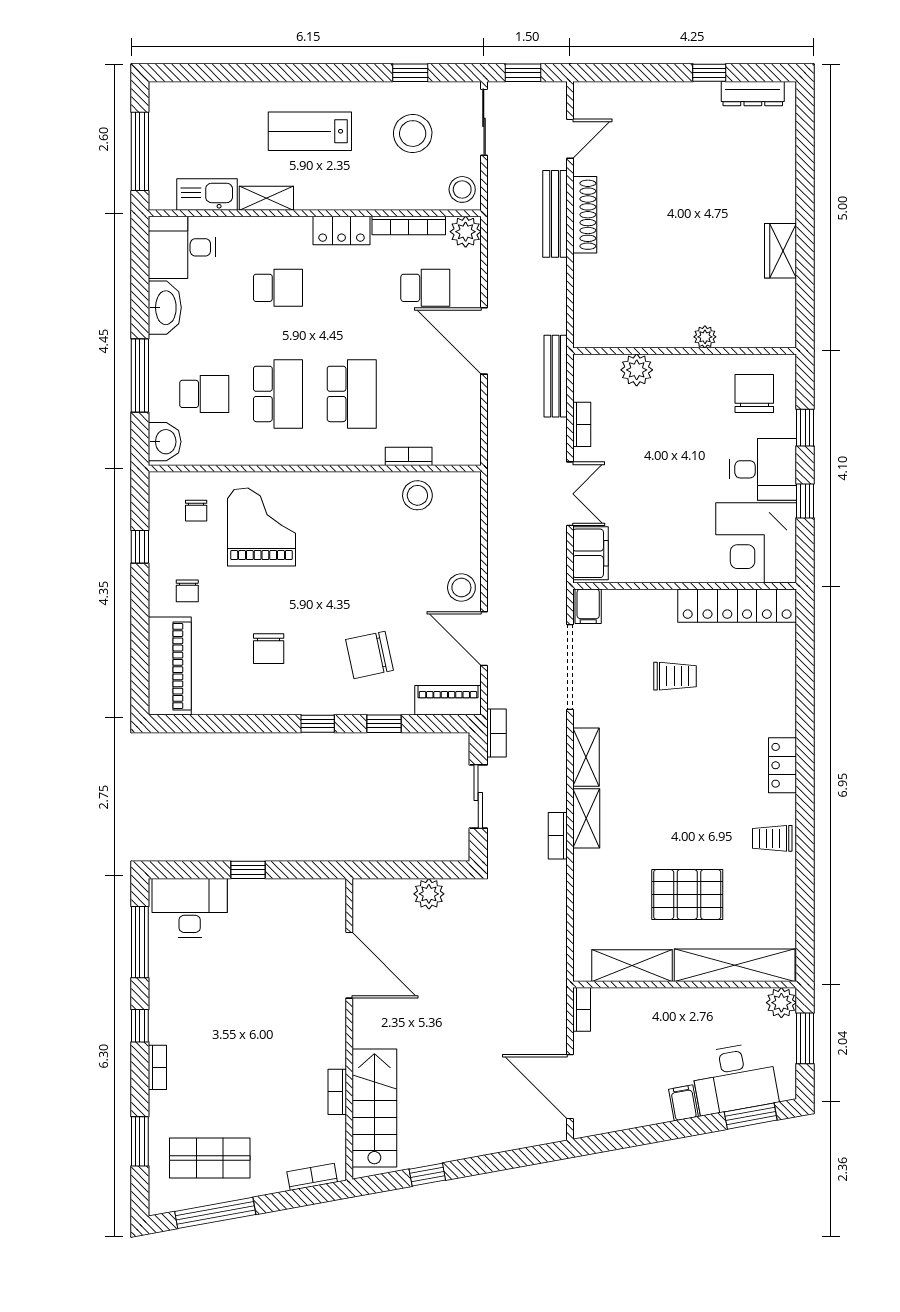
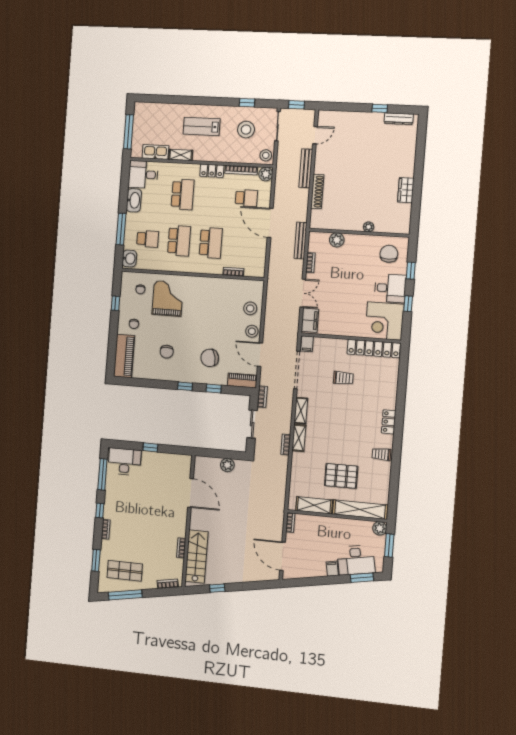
shoe rack: (585, 215) -> (317, 191), moved
school desk: (278, 288) -> (183, 194), width x1.85
stool: (417, 495) -> (250, 308), moved

